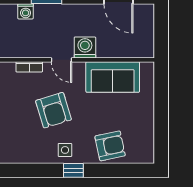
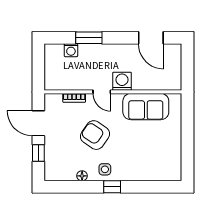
armchair: (53, 110) -> (95, 135), turned 142
armchair: (110, 146) -> (144, 166), removed
floor lamp: (38, 158) -> (82, 176), added

